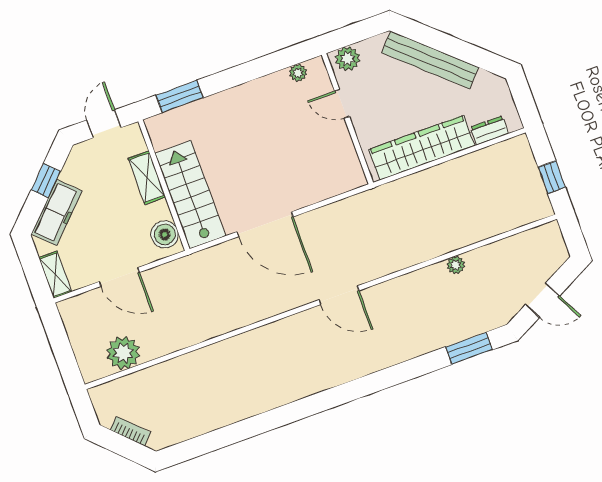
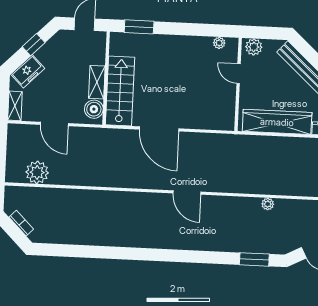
shelving: (147, 178) -> (97, 82), moved
freezer: (57, 212) -> (28, 71), width x0.71

